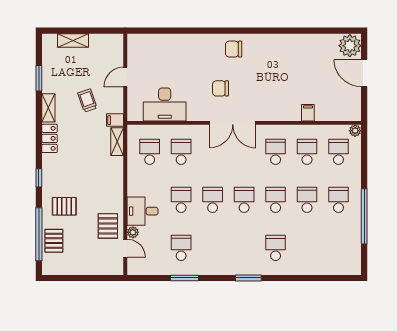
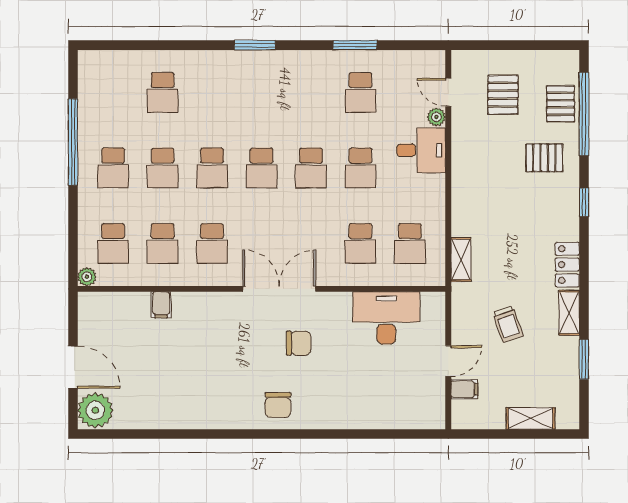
chair: (234, 49) -> (278, 405), turned 90
filing cabinet: (115, 120) -> (464, 389), moved
pallet: (108, 226) -> (503, 95), moved
school desk: (276, 248) -> (163, 92), moved

